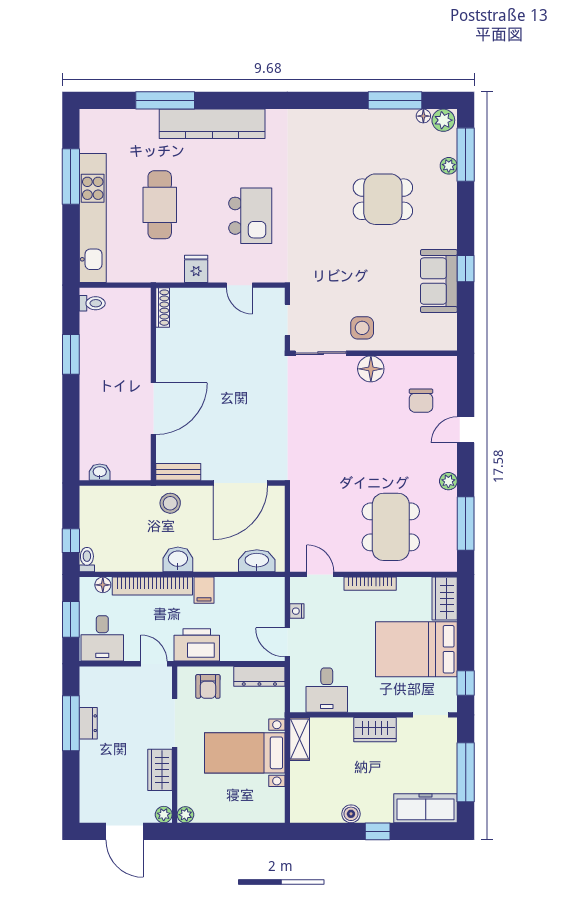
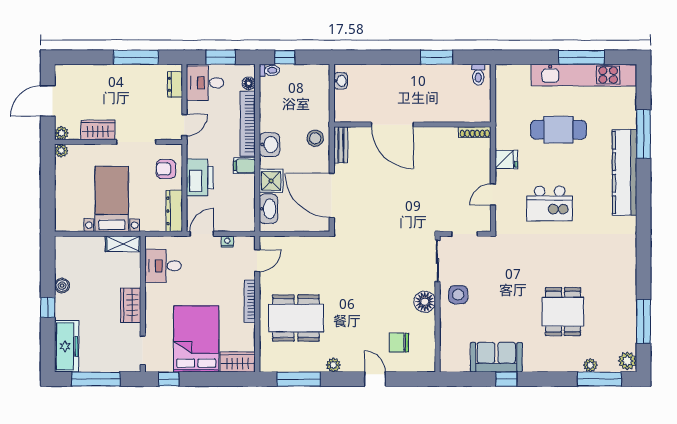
floor lamp: (423, 116) -> (631, 345), removed
kitchen unit: (93, 218) -> (584, 75), moved
shower: (222, 557) -> (271, 181), added
printer: (197, 645) -> (200, 177), moved
dresser: (88, 723) -> (175, 84), moved, turned 90

